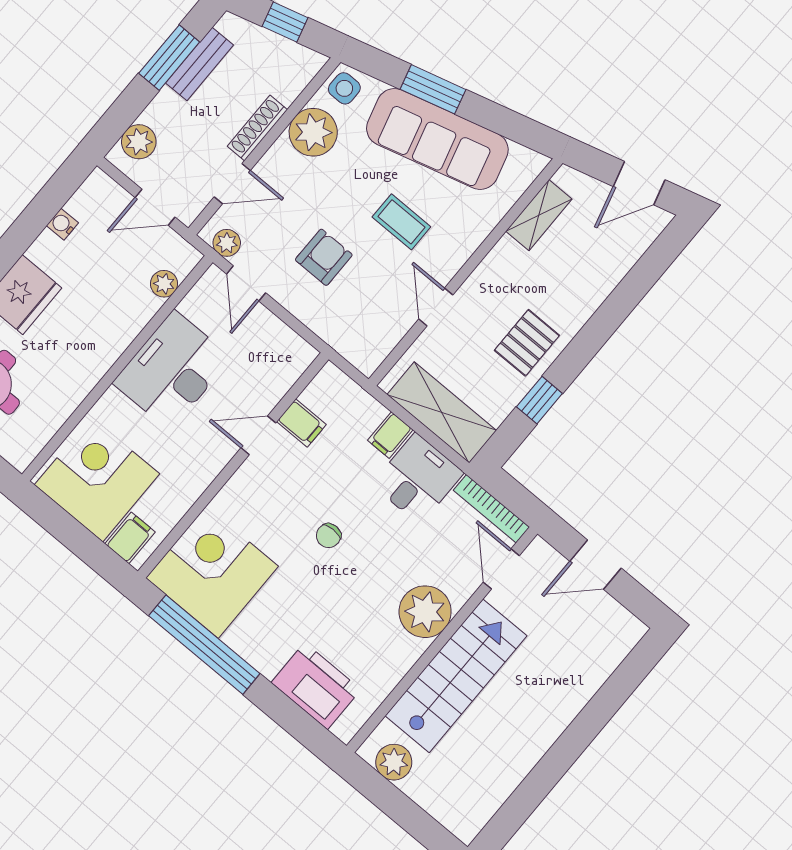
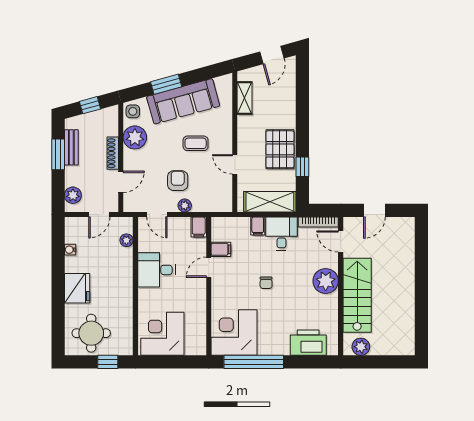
plant: (227, 243) -> (185, 206), moved
pallet: (527, 343) -> (280, 149), width x1.50, depth x1.42
desk: (172, 370) -> (156, 270), width x0.73
filing cabinet: (130, 538) -> (199, 227), moved, turned 180

